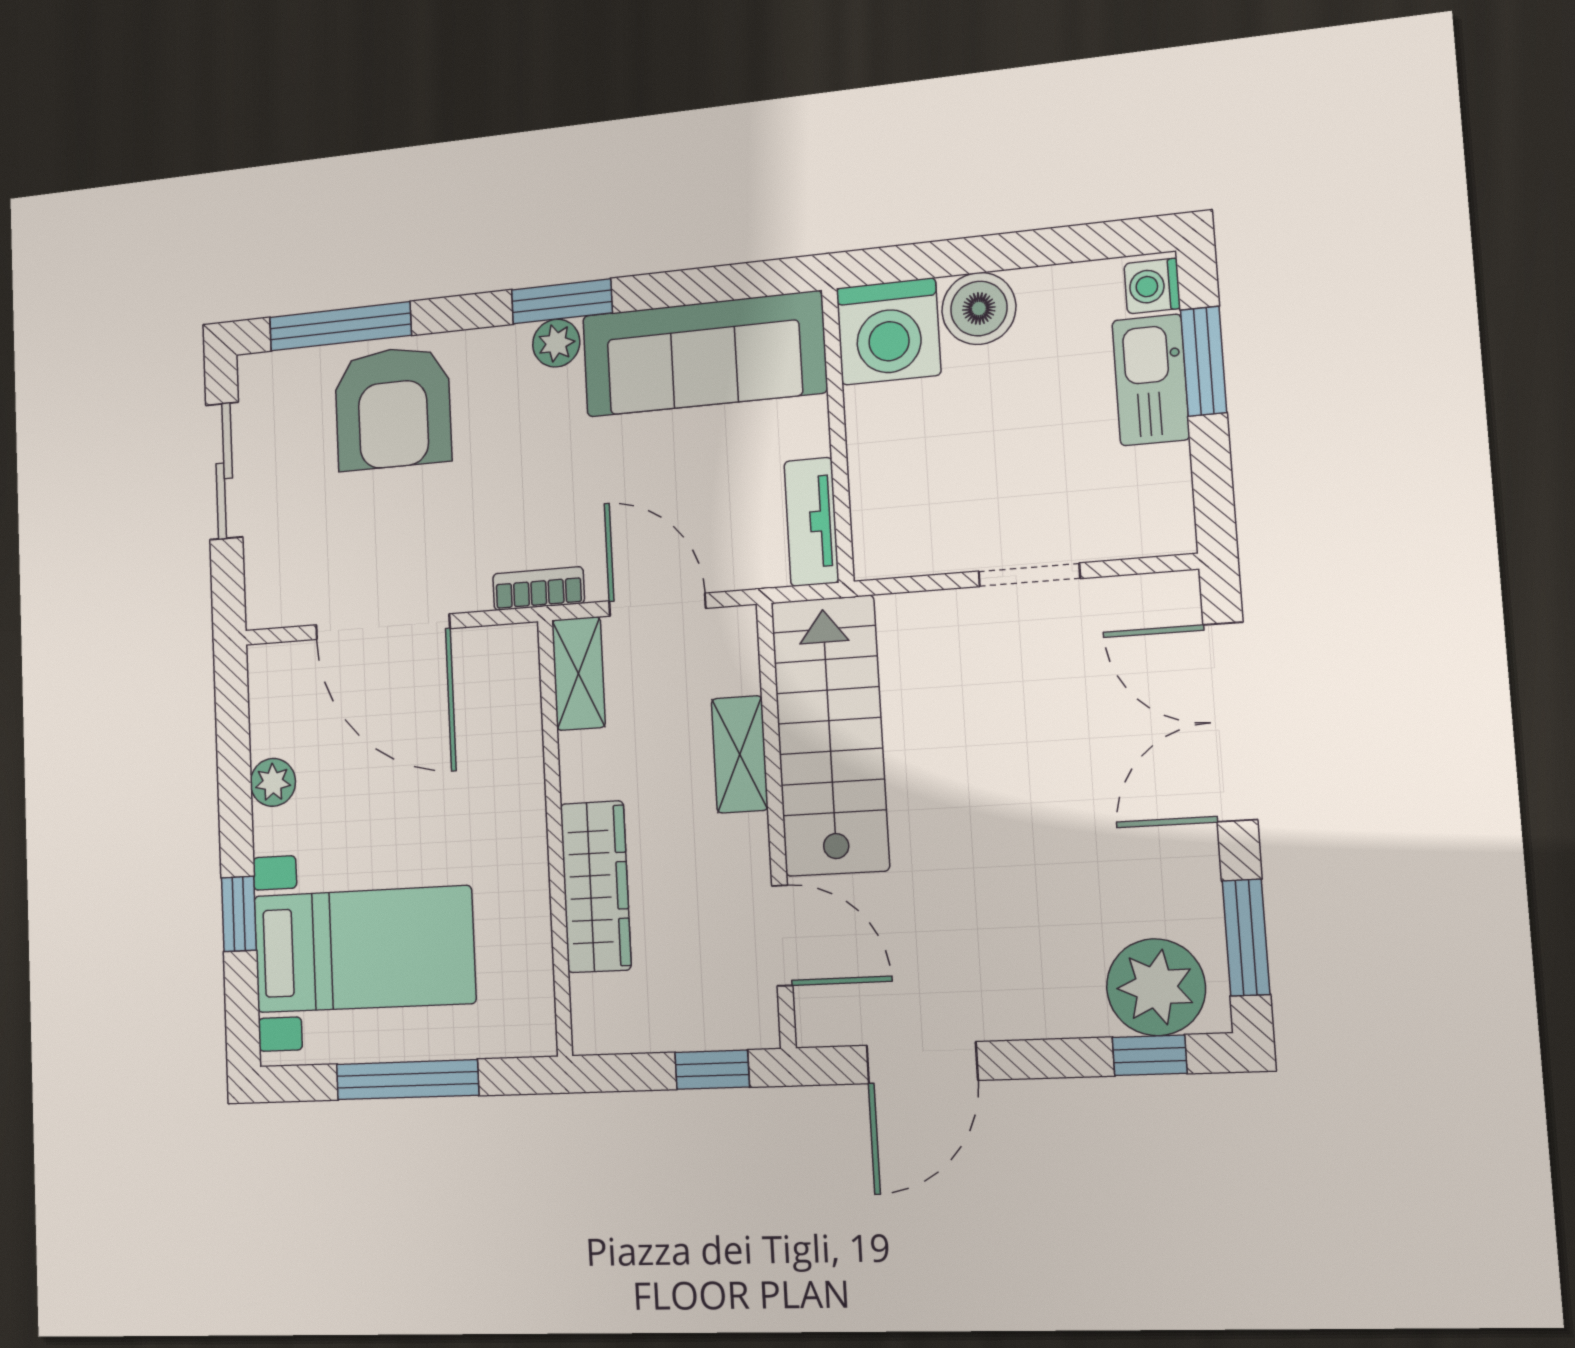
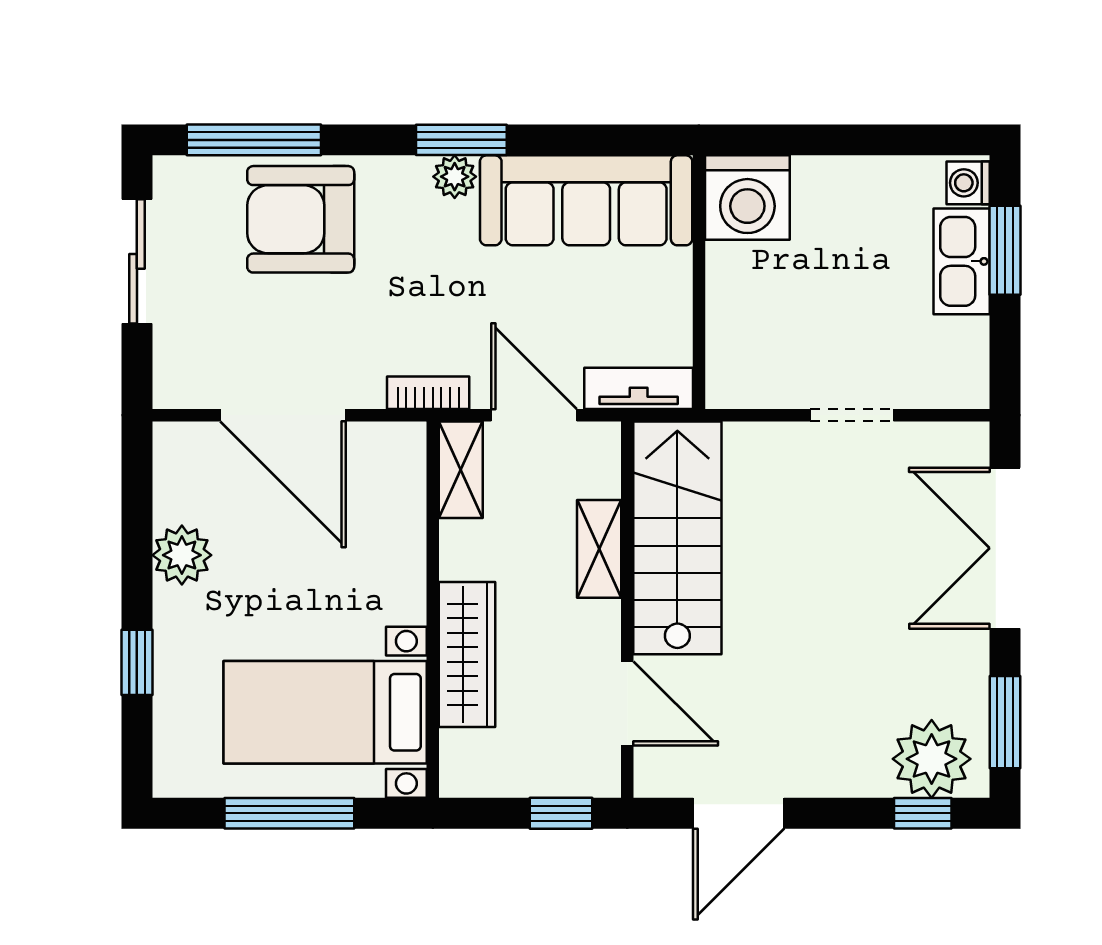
boiler: (979, 308) -> (825, 186), removed
armchair: (393, 408) -> (301, 219), turned 90
tv unit: (811, 522) -> (639, 388), moved, turned 90
plant: (273, 782) -> (182, 555), width x1.38, depth x1.38
bed with nightstands: (364, 949) -> (325, 712), moved, turned 180

